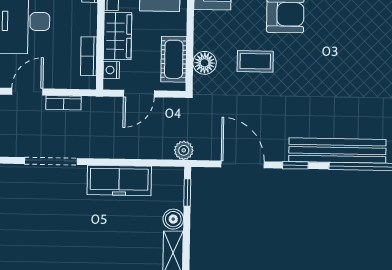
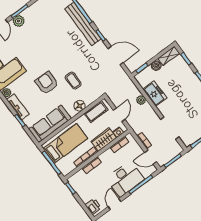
floor lamp: (205, 63) -> (80, 106), moved
door: (139, 94) -> (119, 115), hinge flipped
plant: (184, 150) -> (141, 100), moved
door: (243, 164) -> (115, 55), swing flipped
freezer: (119, 180) -> (155, 94), width x0.71

